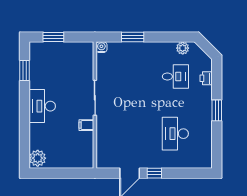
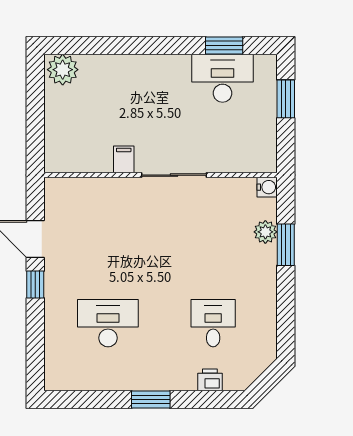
plant: (183, 48) -> (265, 232), moved
desk: (175, 76) -> (213, 323), turned 180
desk: (42, 106) -> (223, 78), moved

